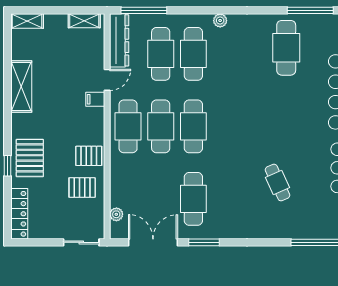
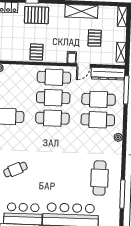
cafe table: (286, 48) -> (100, 178), turned 90
door: (107, 80) -> (84, 65), hinge flipped
pallet: (82, 188) -> (95, 38), moved

